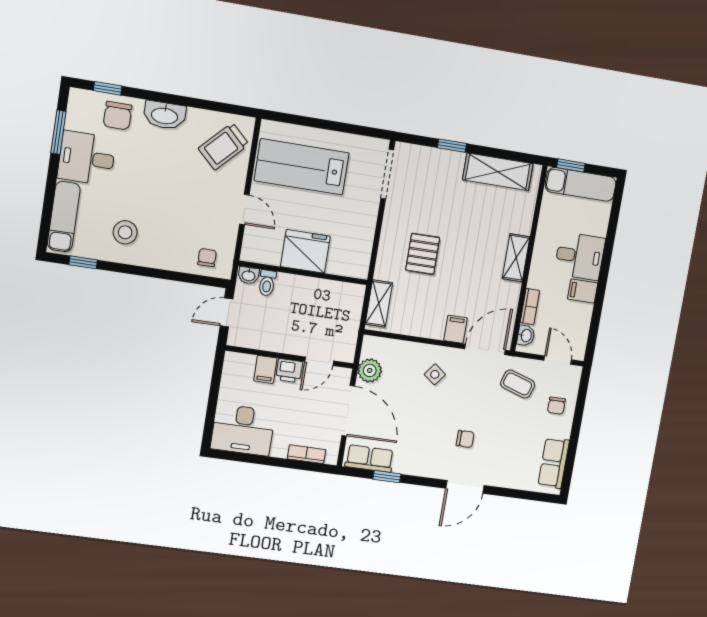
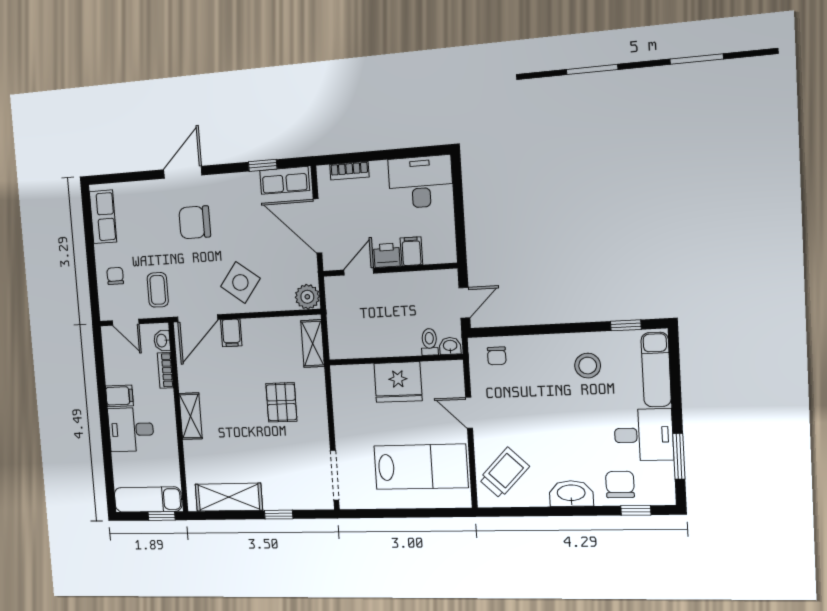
plant: (370, 370) -> (307, 297), moved
side table: (435, 374) -> (240, 282), width x1.87, depth x1.87
coffee table: (518, 384) -> (158, 290), turned 72
chair: (465, 439) -> (195, 222), width x1.87, depth x1.87

